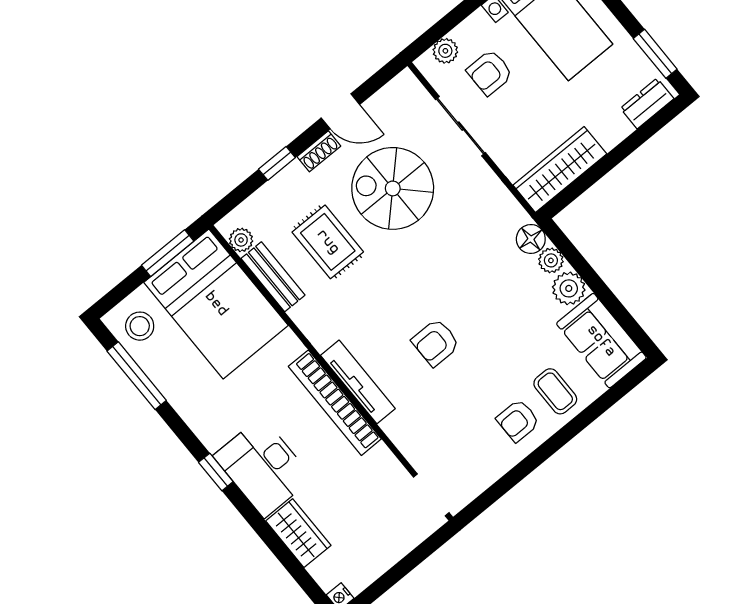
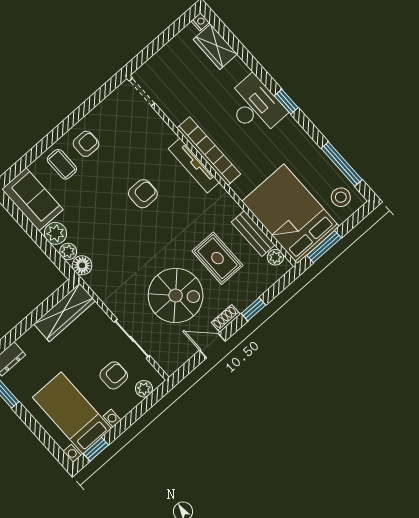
wardrobe: (298, 533) -> (215, 47), moved

